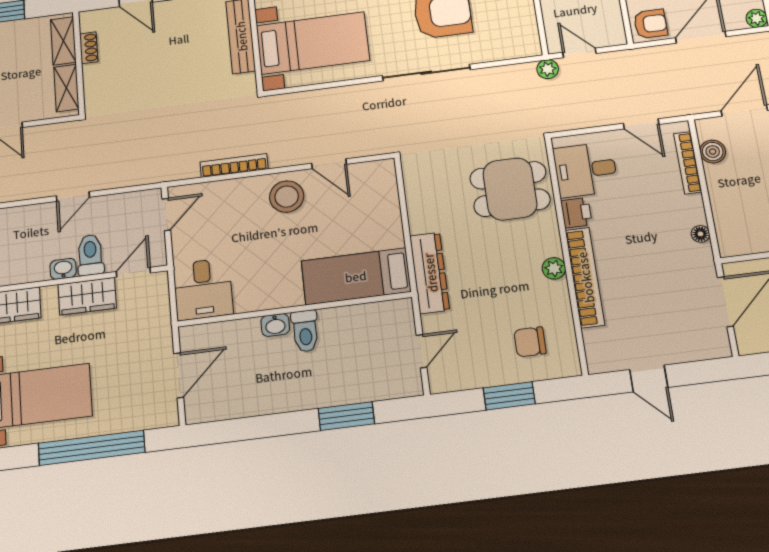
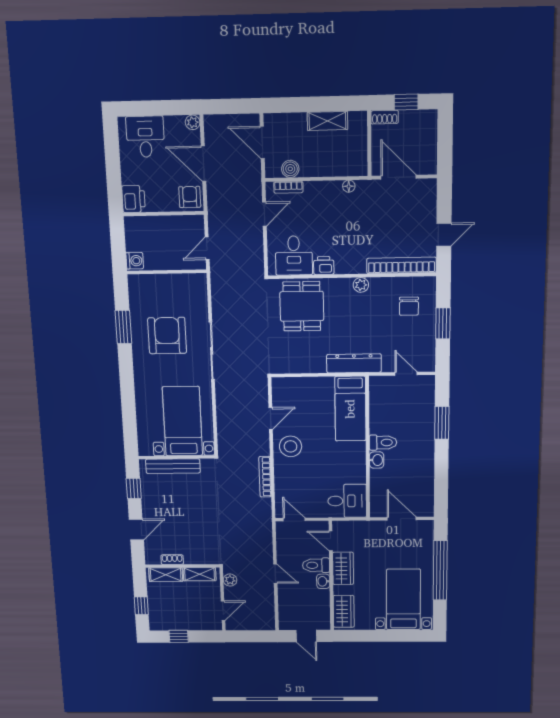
plant: (548, 69) -> (230, 580), moved
bookcase: (688, 163) -> (288, 187), width x0.64
bookcase: (585, 277) -> (401, 265), moved

